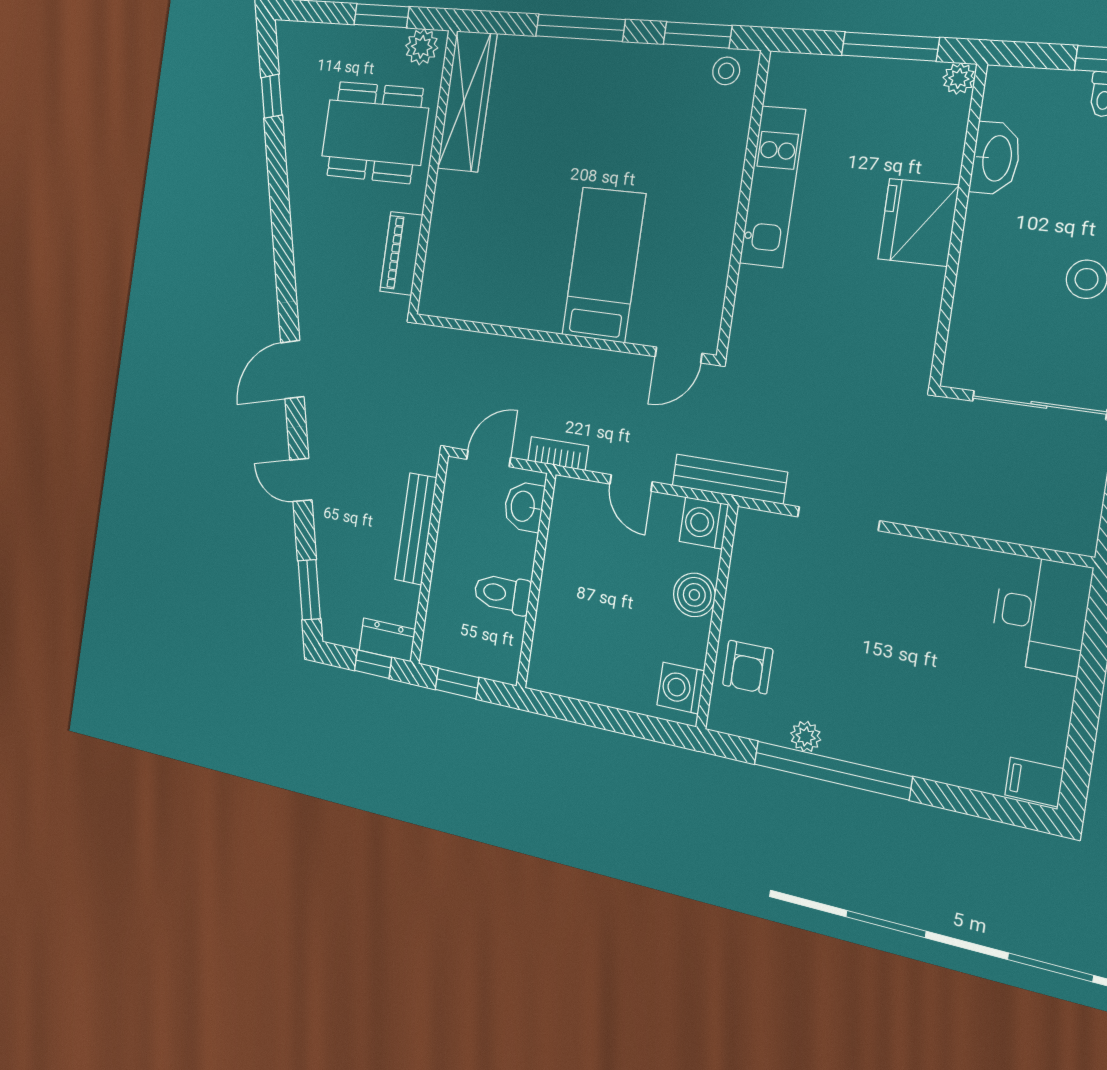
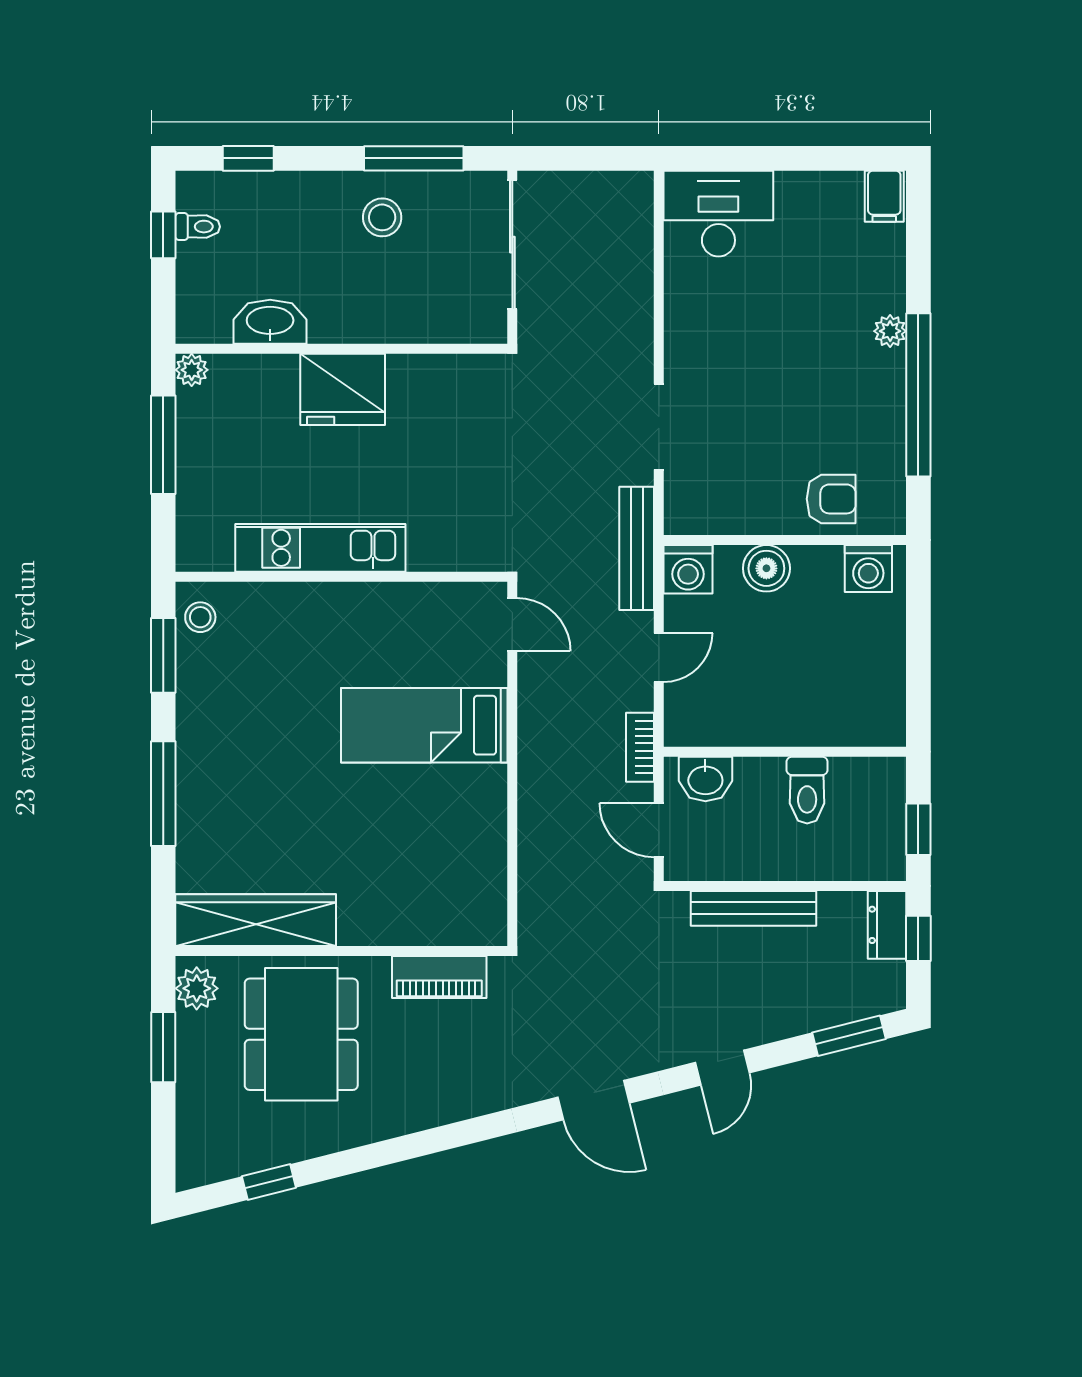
plant: (806, 736) -> (890, 331), moved

